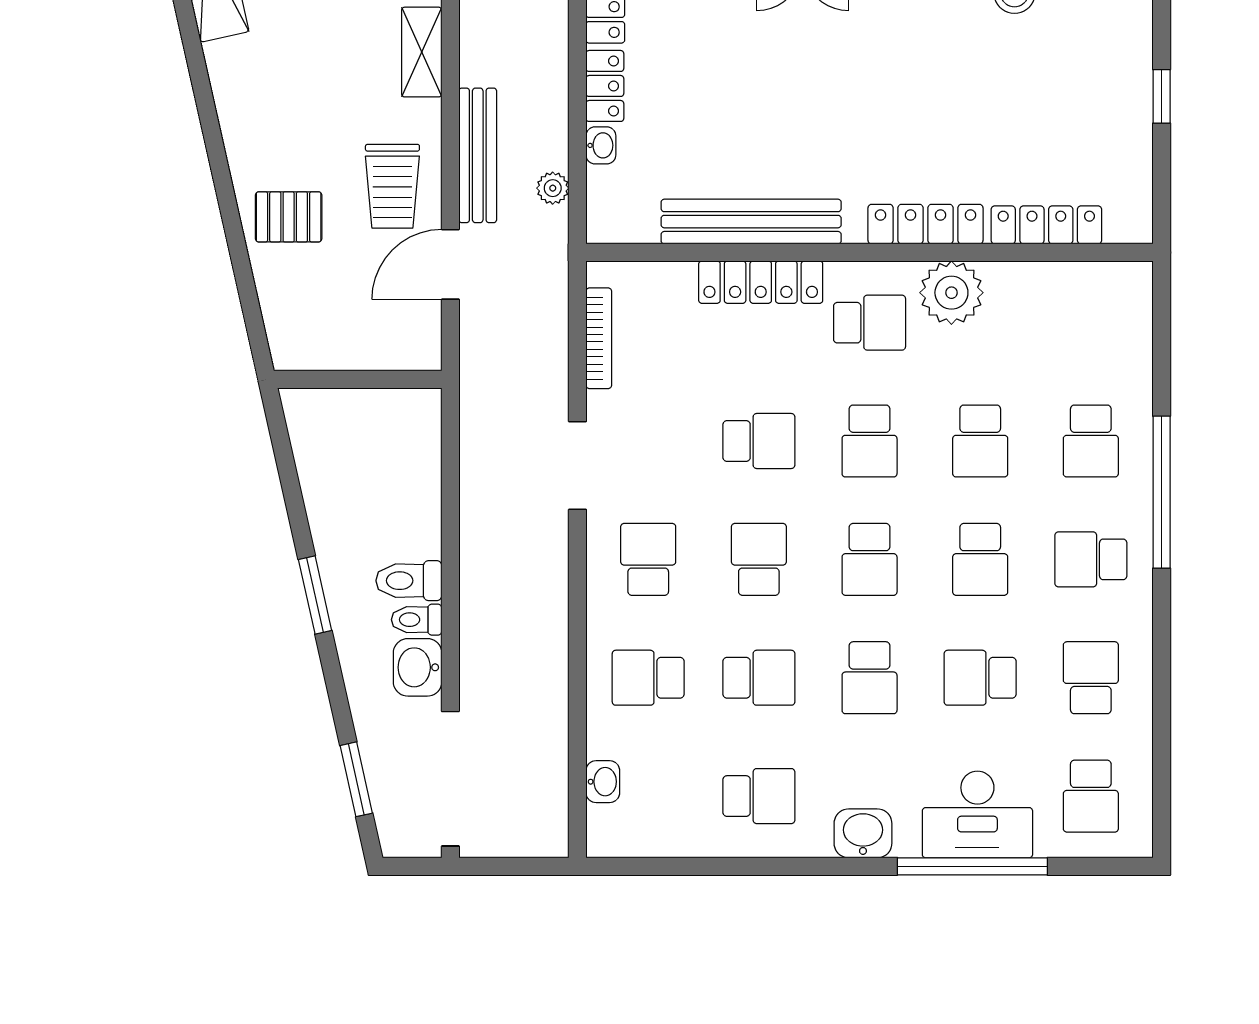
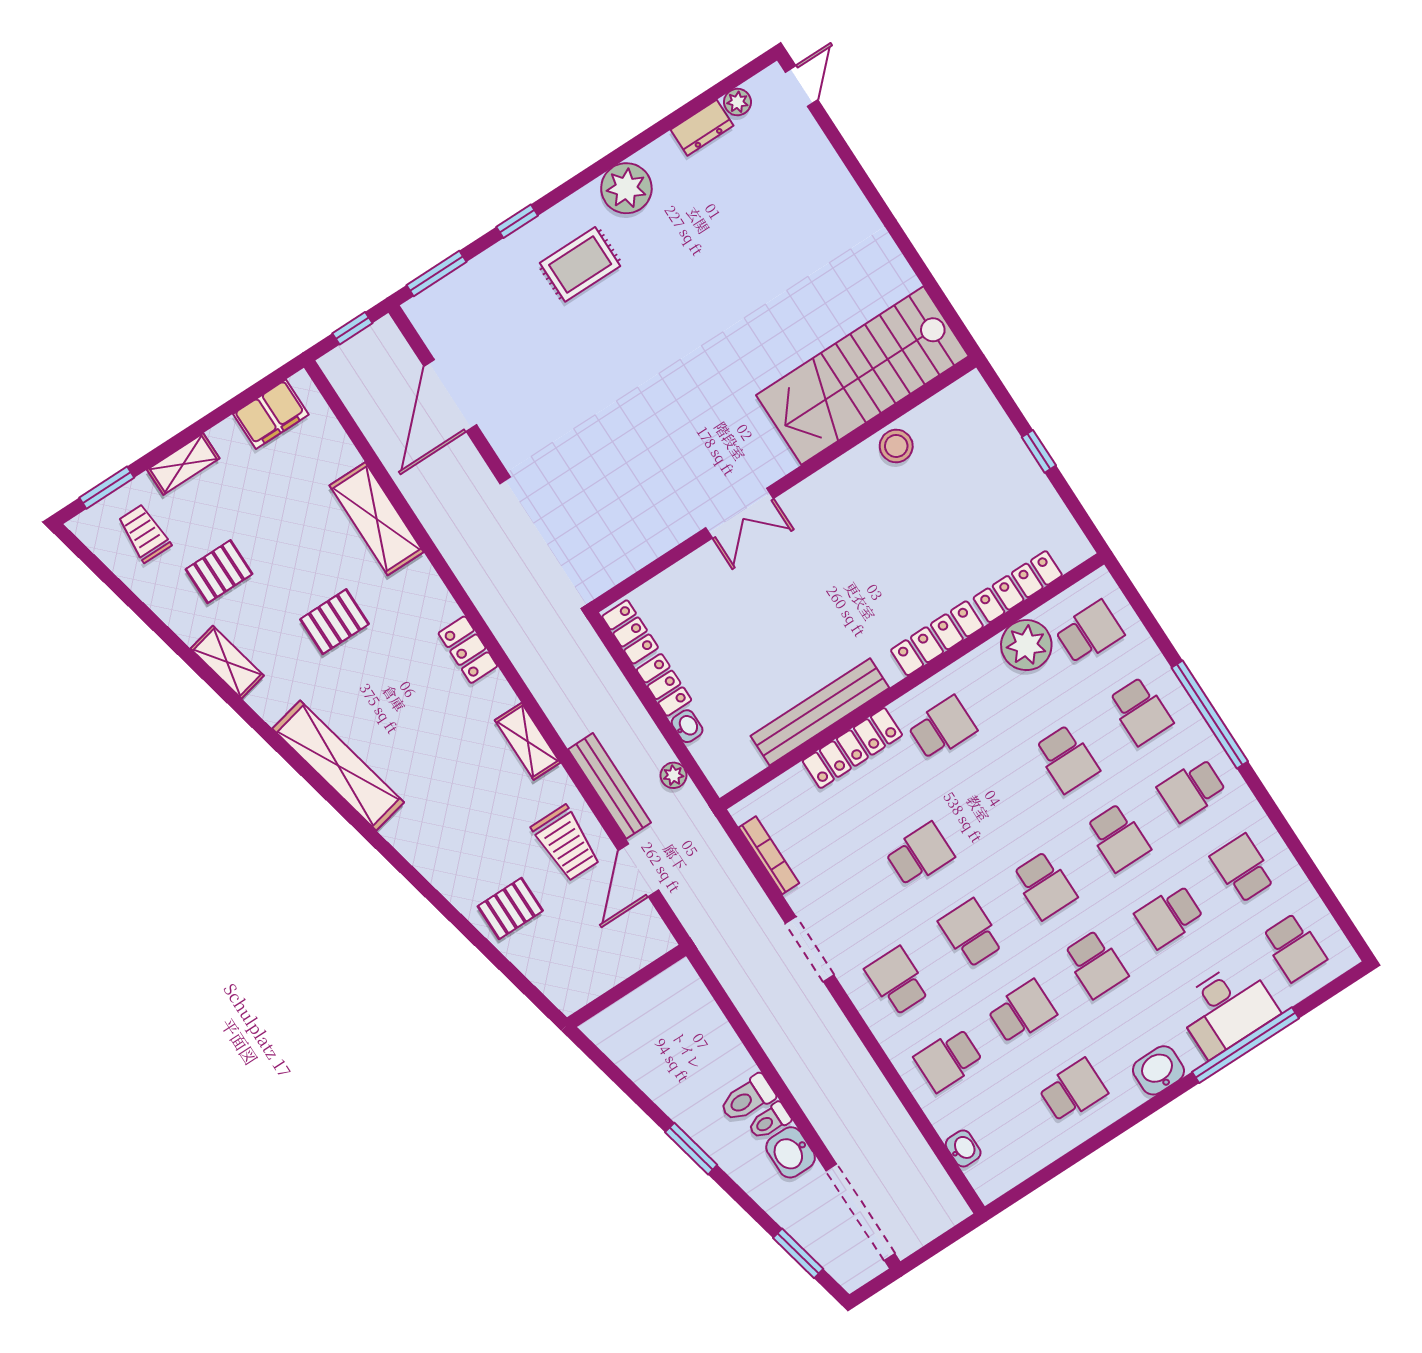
plant: (951, 293) -> (1026, 645), moved
school desk: (870, 441) -> (1089, 632), moved, turned -90

